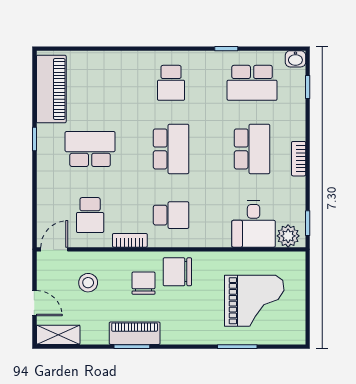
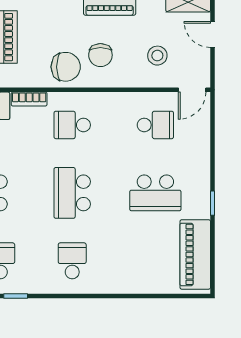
school desk: (90, 215) -> (155, 125), turned 90
bookcase: (130, 240) -> (29, 99), moved

